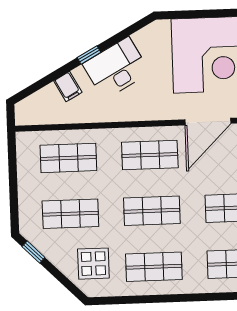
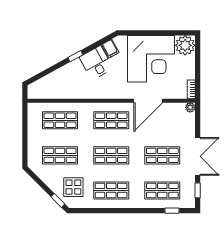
desk: (116, 68) -> (96, 63), width x0.73
filing cabinet: (68, 87) -> (110, 49), moved
window: (33, 252) -> (58, 200), moved

